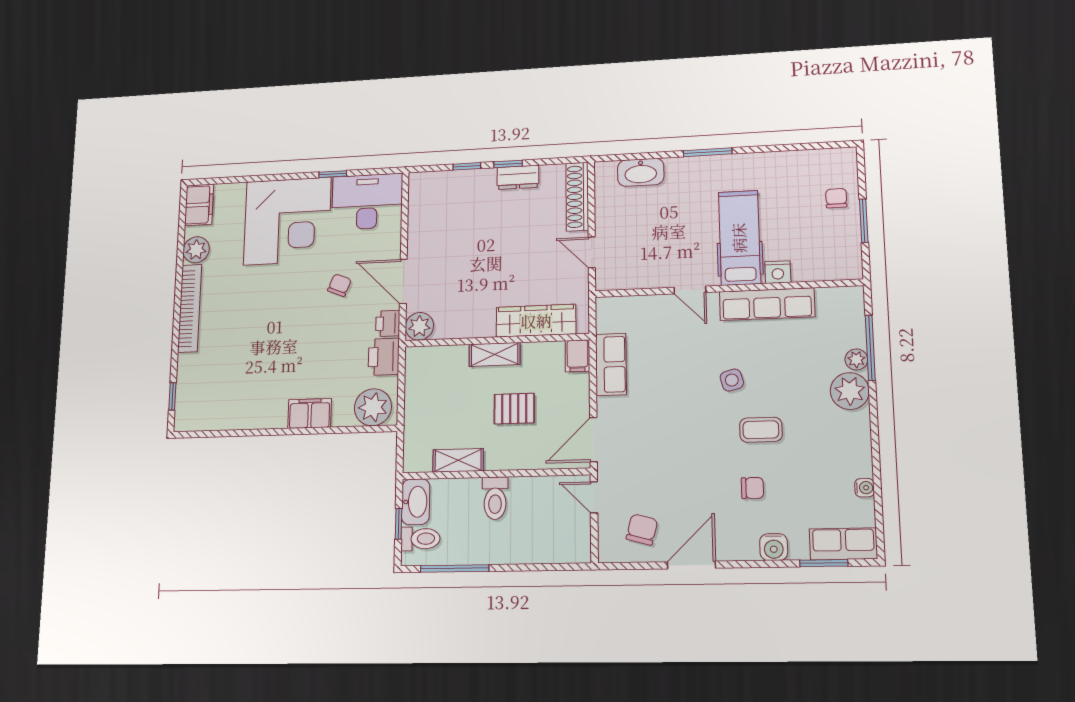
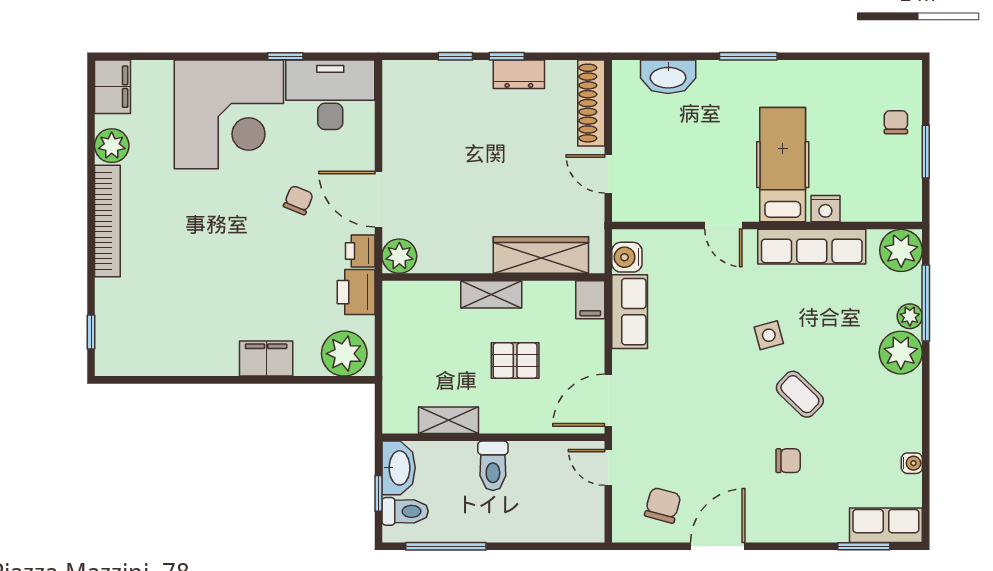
plant: (846, 304) -> (901, 250), added
coffee table: (761, 430) -> (800, 394), turned 44
water cooler: (774, 547) -> (627, 257), moved, turned 90

